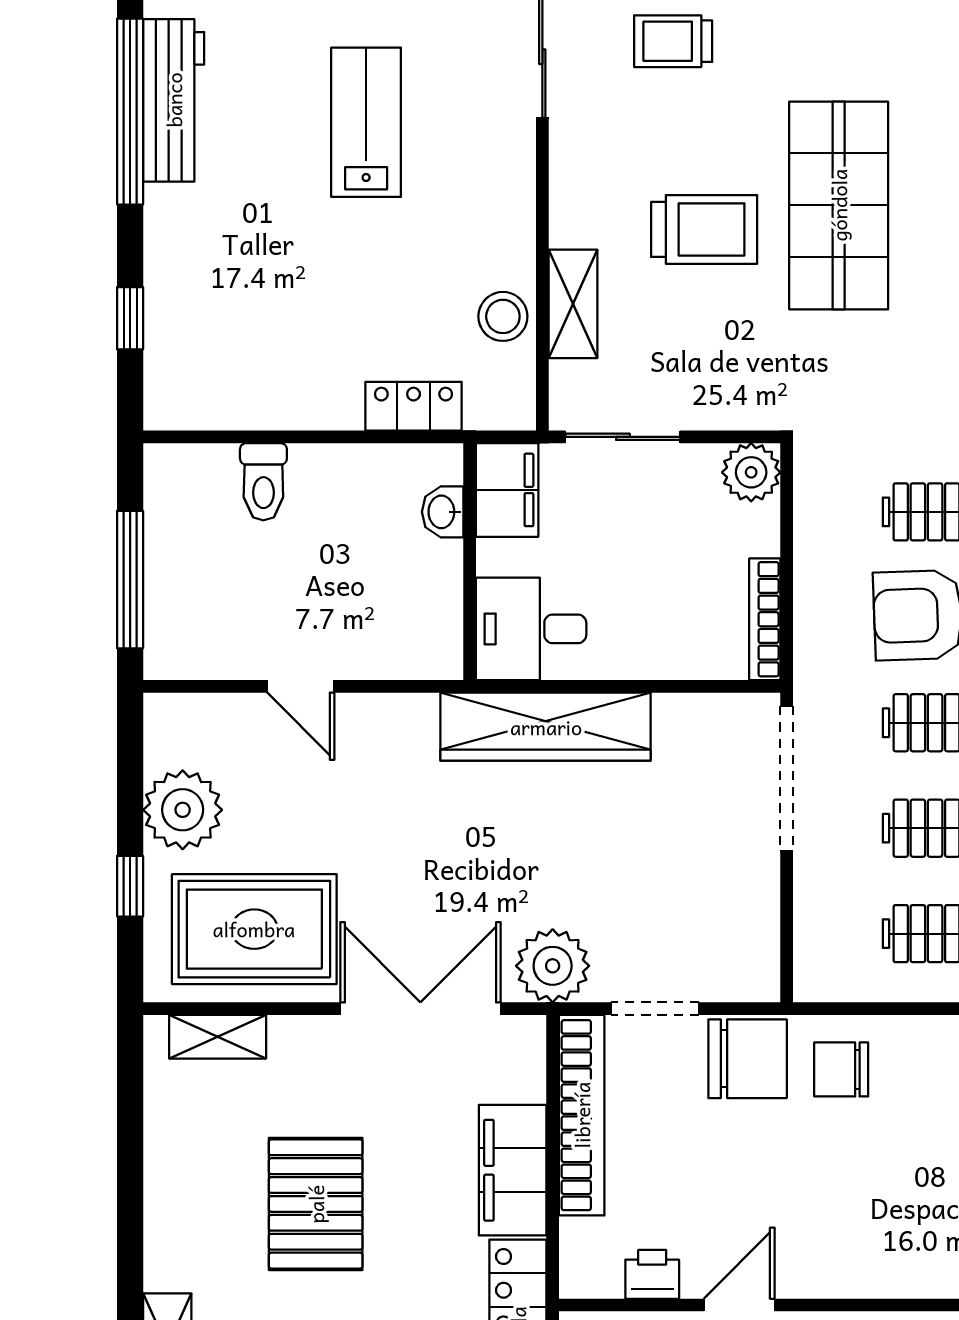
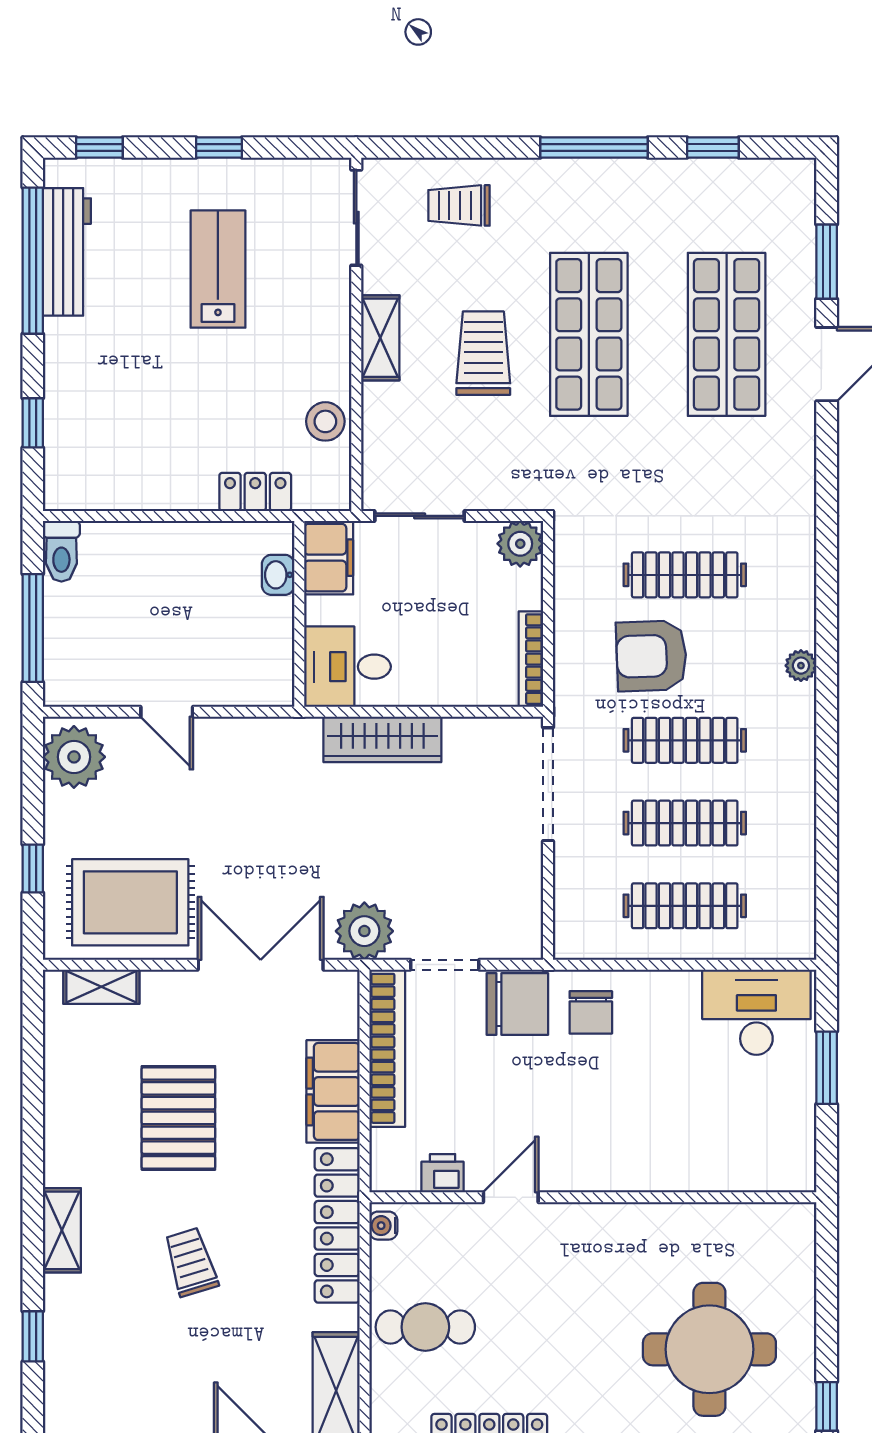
trolley: (704, 229) -> (483, 353), turned -90
shelving: (573, 304) -> (380, 338), moved
toilet: (263, 482) -> (61, 551), moved
wardrobe: (546, 727) -> (382, 739), width x0.71, depth x0.85
plant: (183, 810) -> (74, 757), moved
chair: (841, 1069) -> (591, 1012), turned -90

